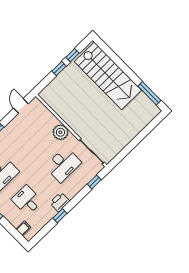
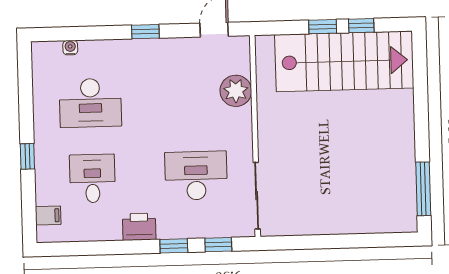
stairs: (108, 76) -> (344, 61), moved, turned -90
plant: (60, 132) -> (236, 91), moved
desk: (63, 165) -> (196, 176), turned 180
window: (60, 216) -> (174, 246), moved

